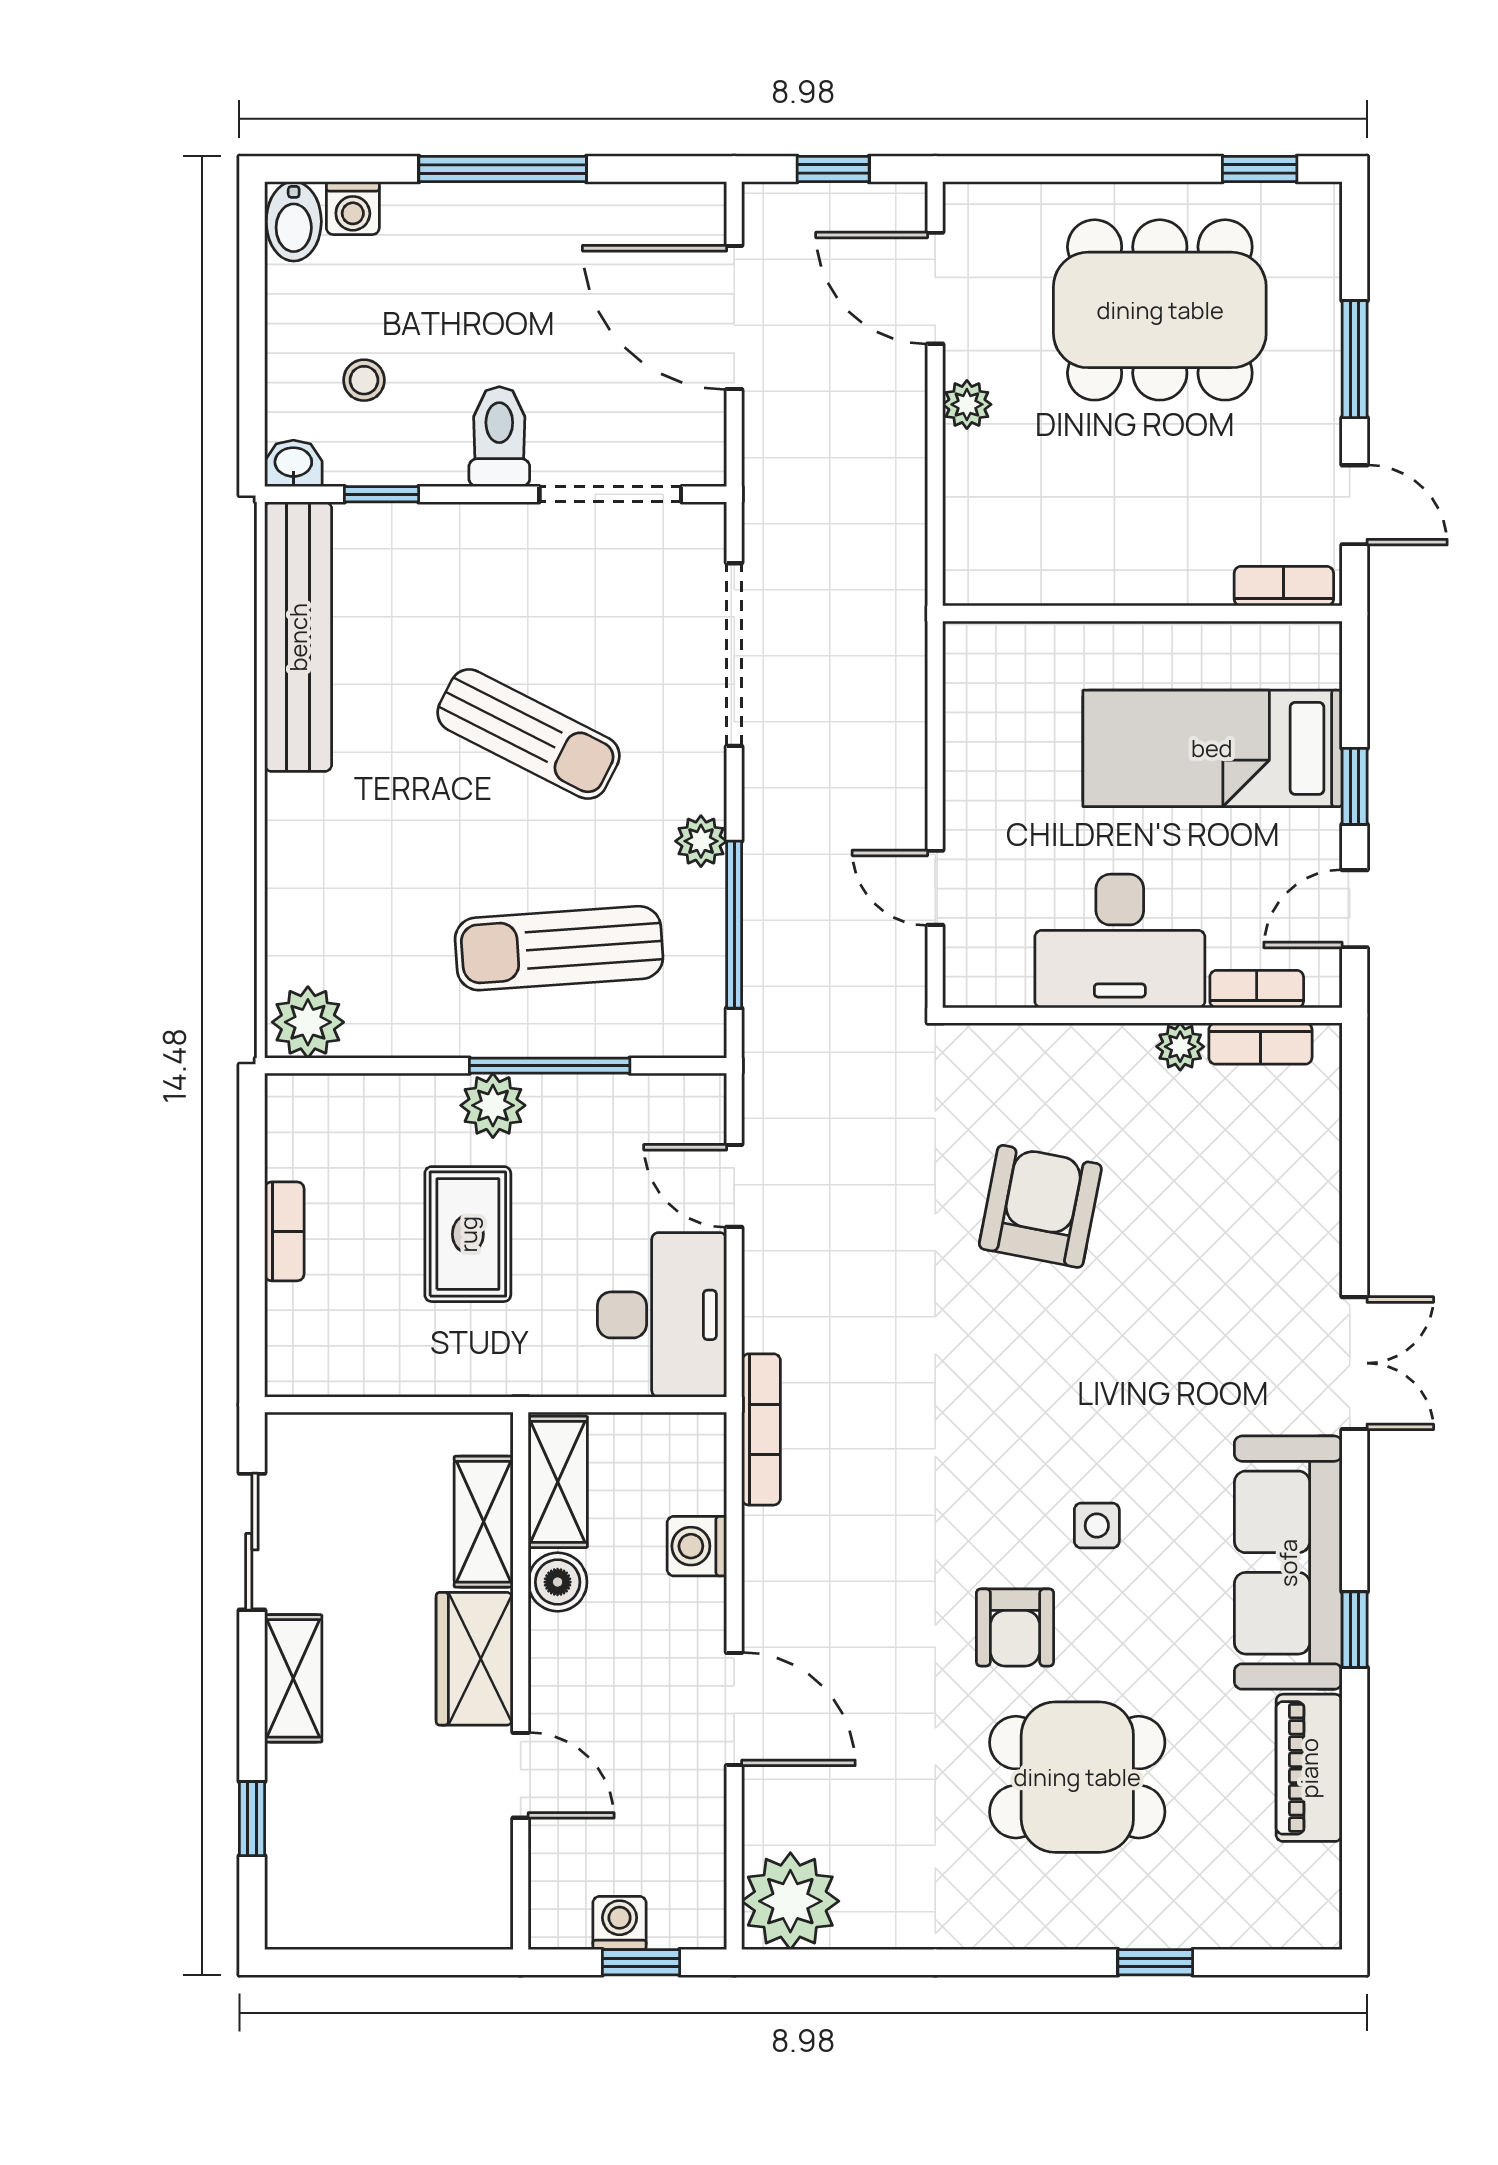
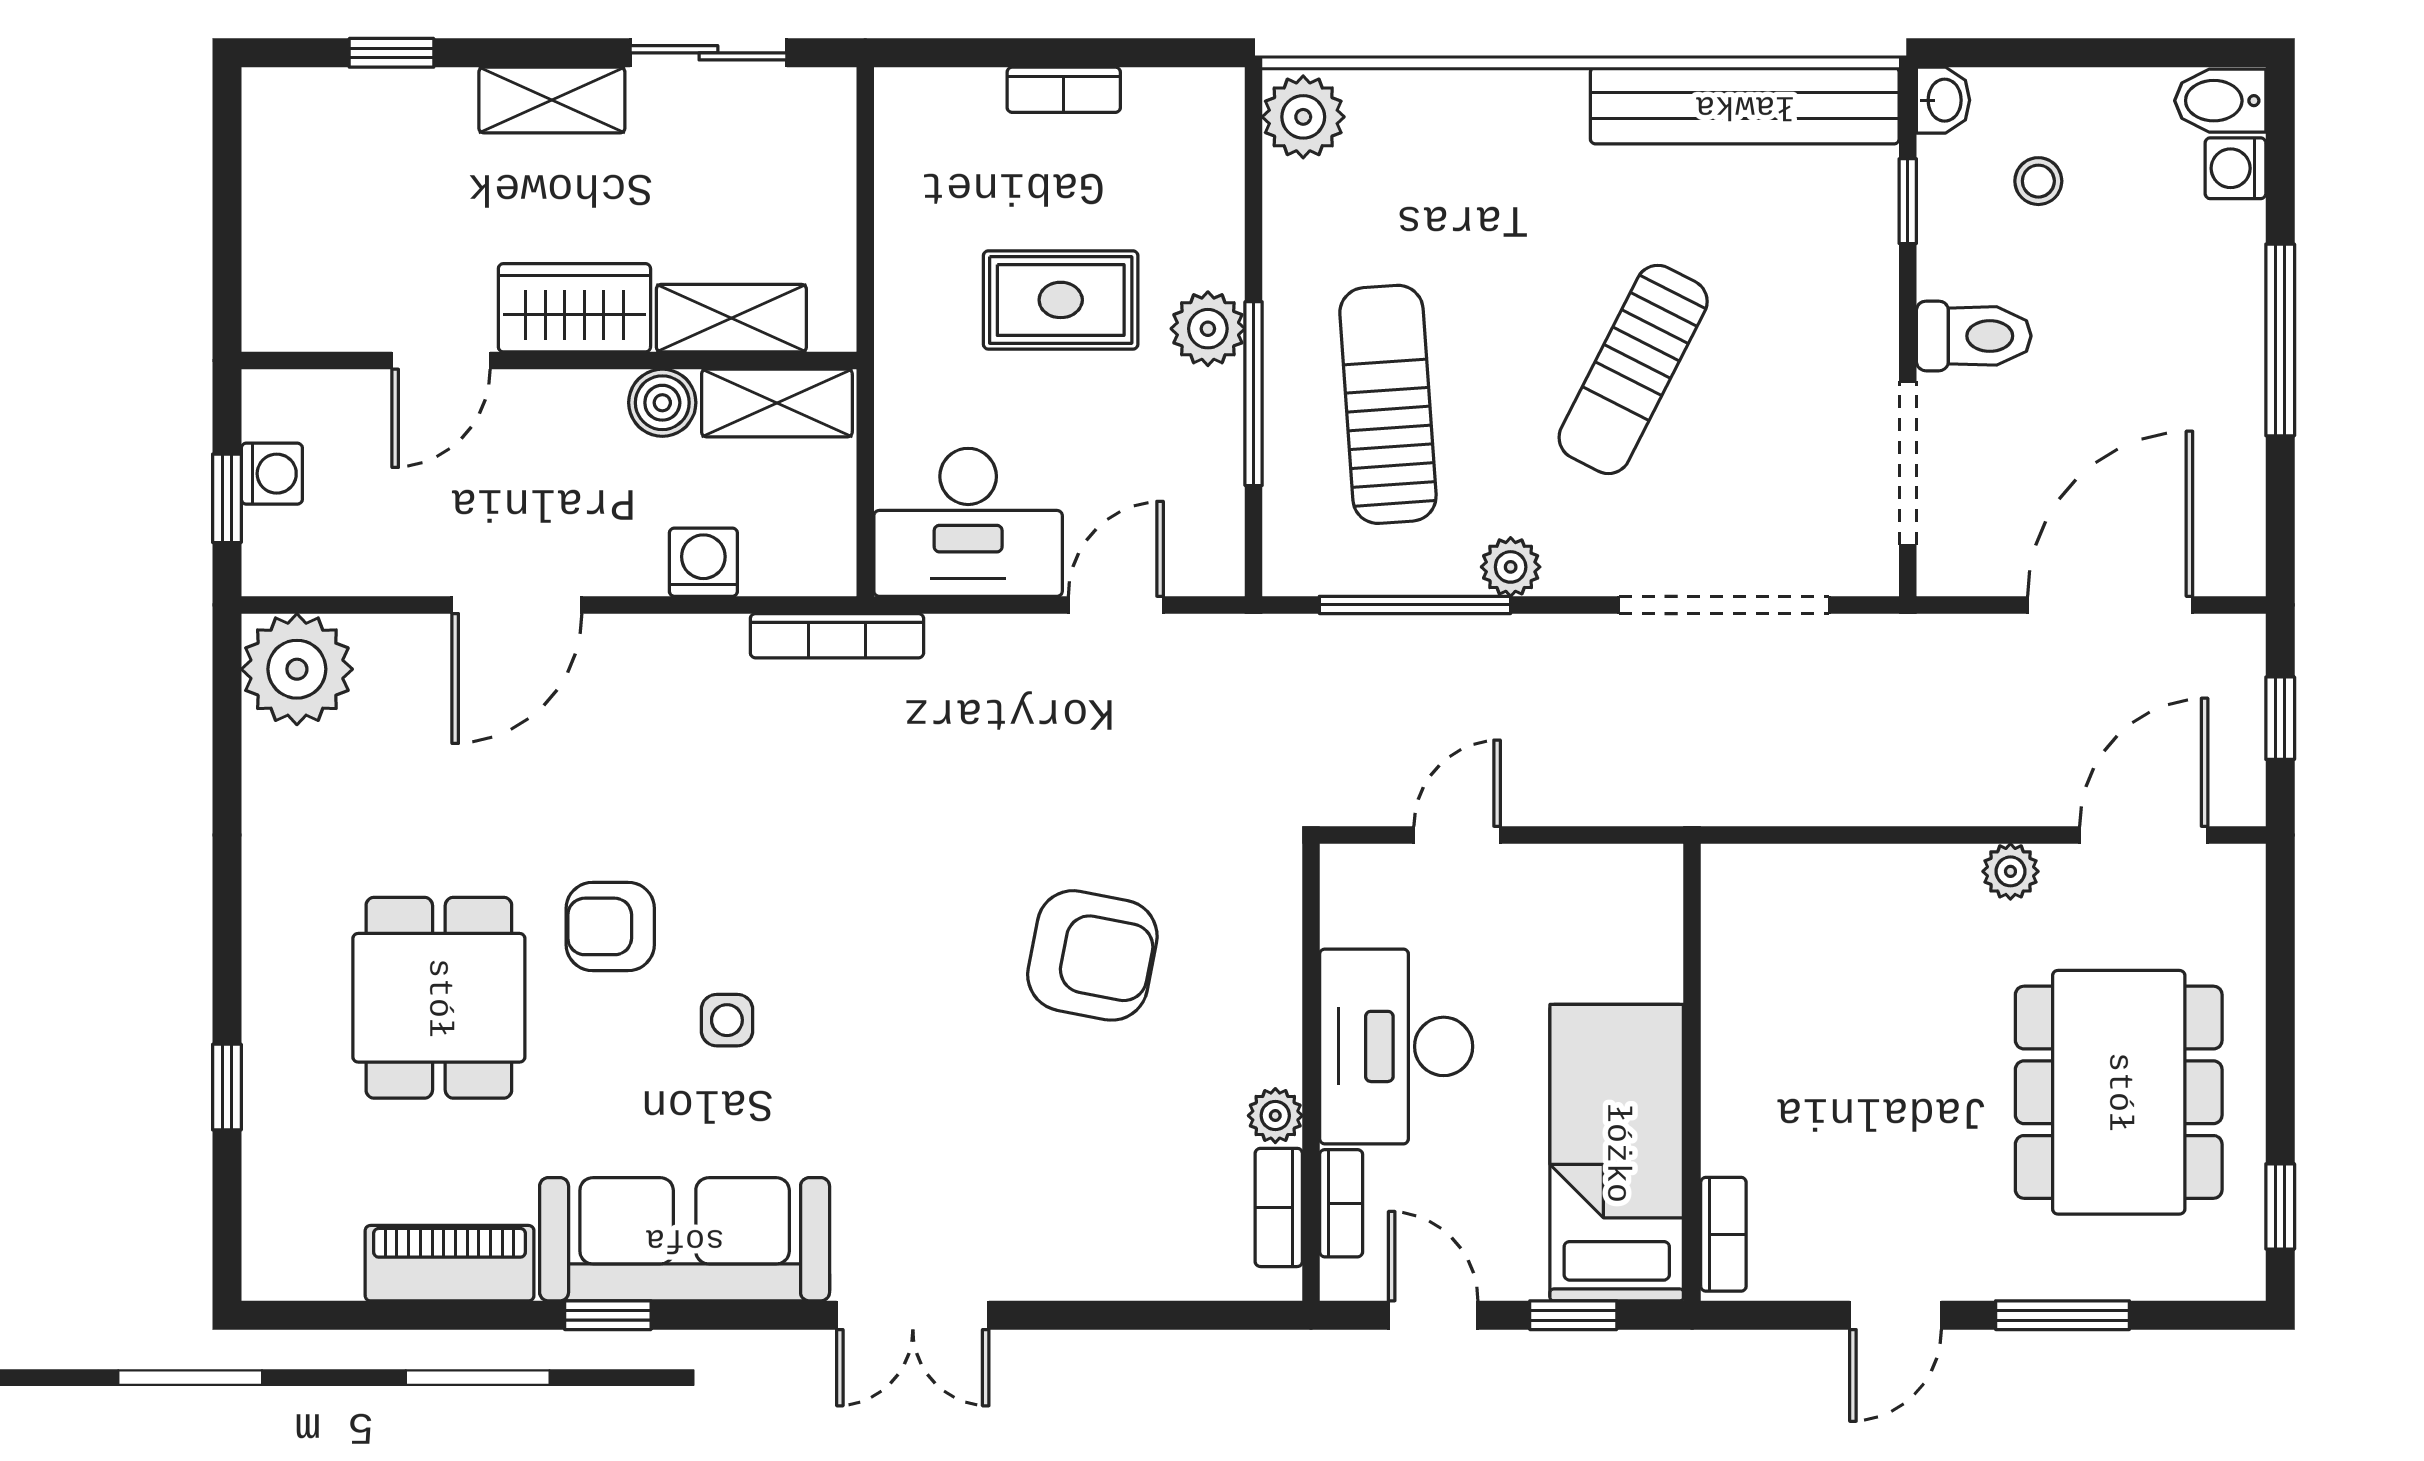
bookcase: (1284, 586) -> (1723, 1234), moved
wall: (1142, 614) -> (1692, 1072), moved

